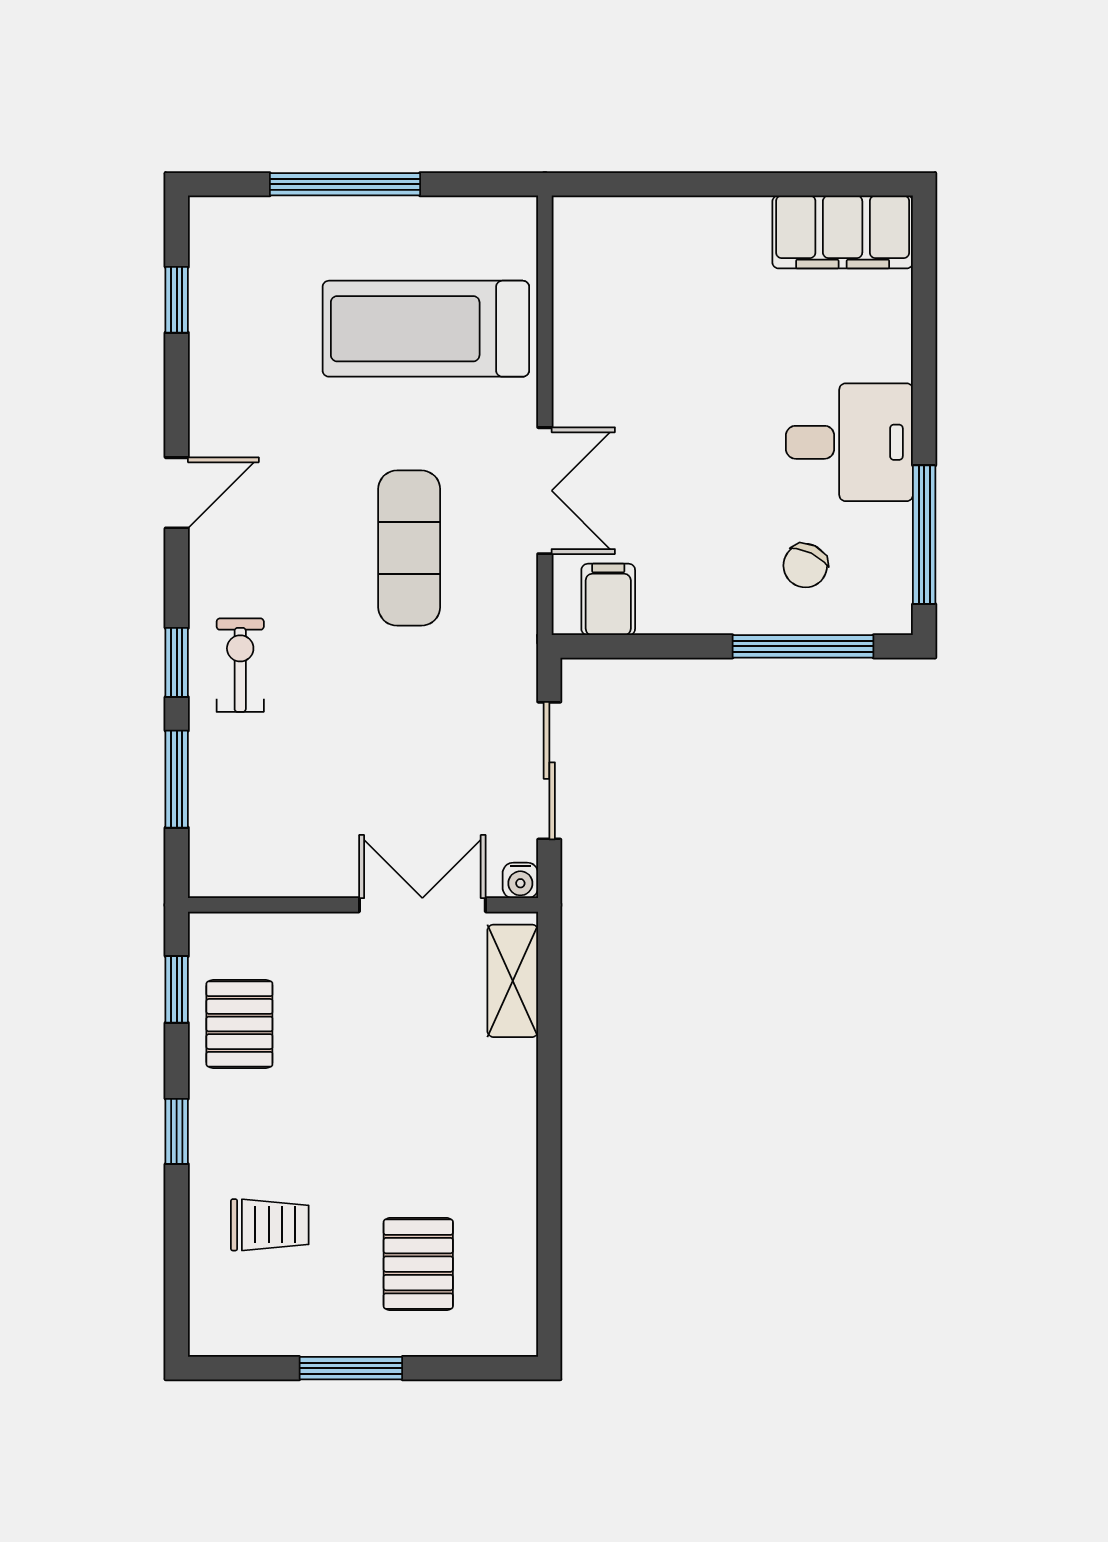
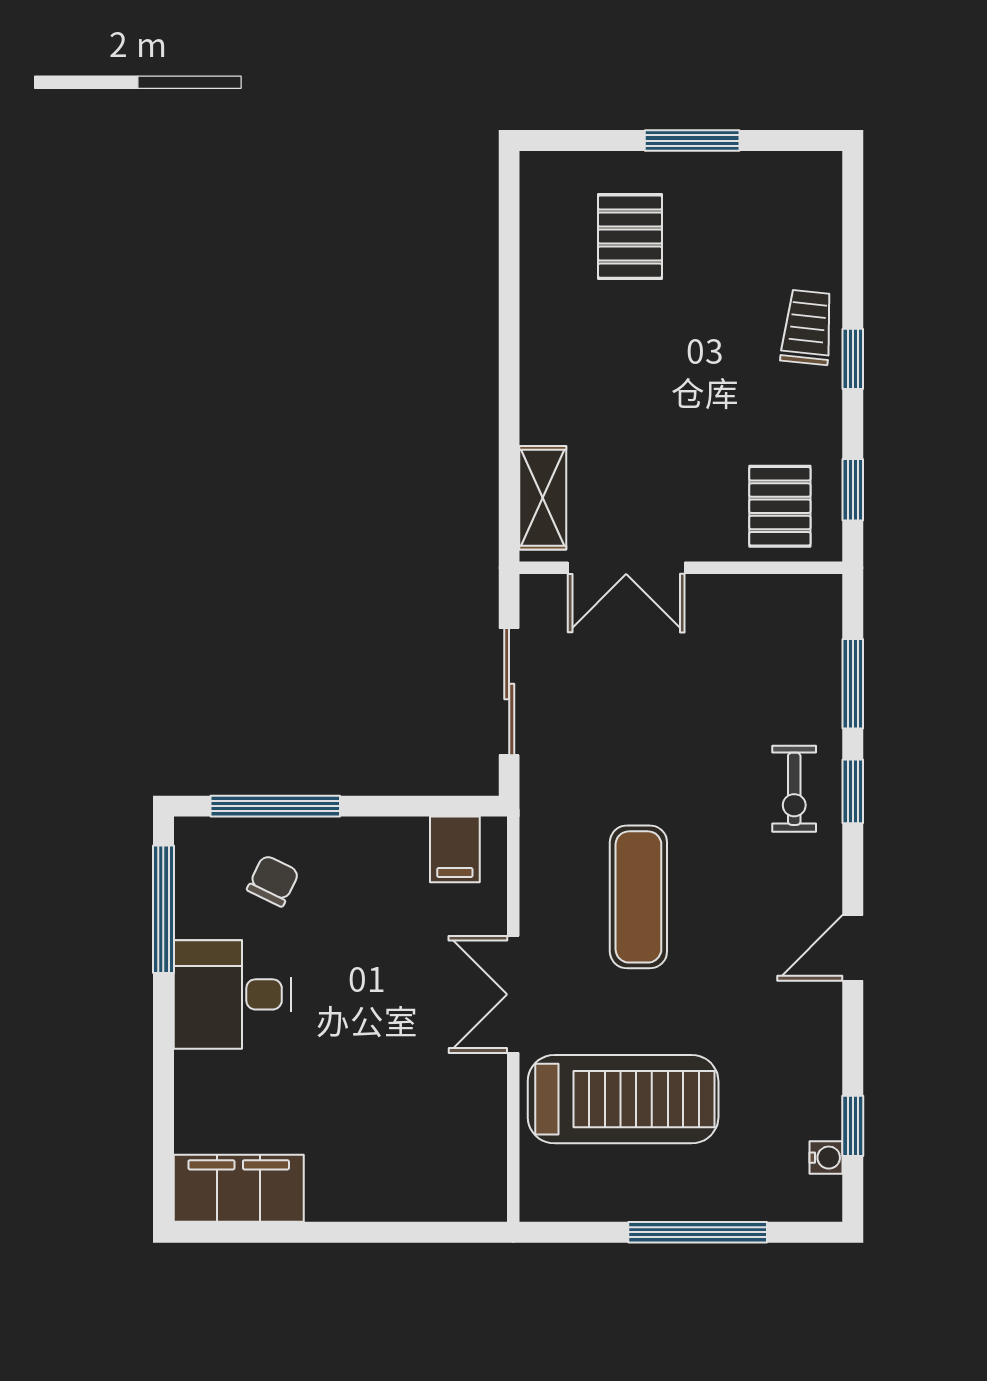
double door: (545, 491) -> (513, 994), moved
water cooler: (520, 880) -> (826, 1158), moved, turned 90
pallet: (239, 1024) -> (780, 506), moved
trolley: (270, 1225) -> (807, 327), moved, turned 96

